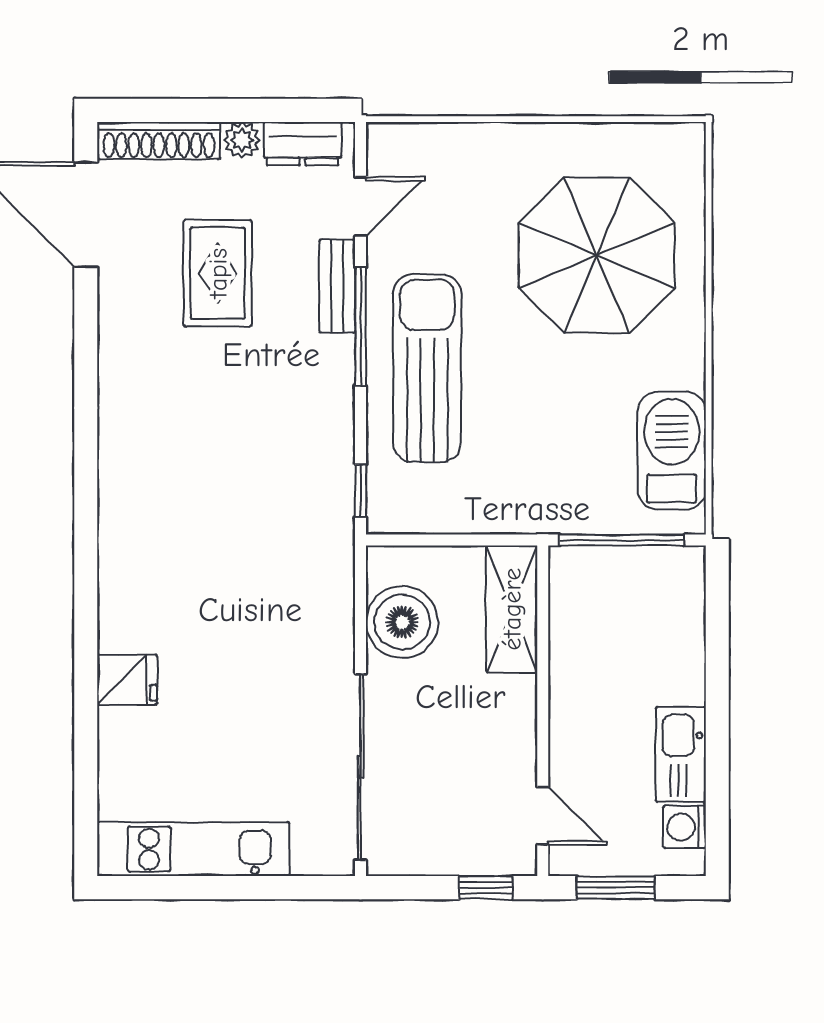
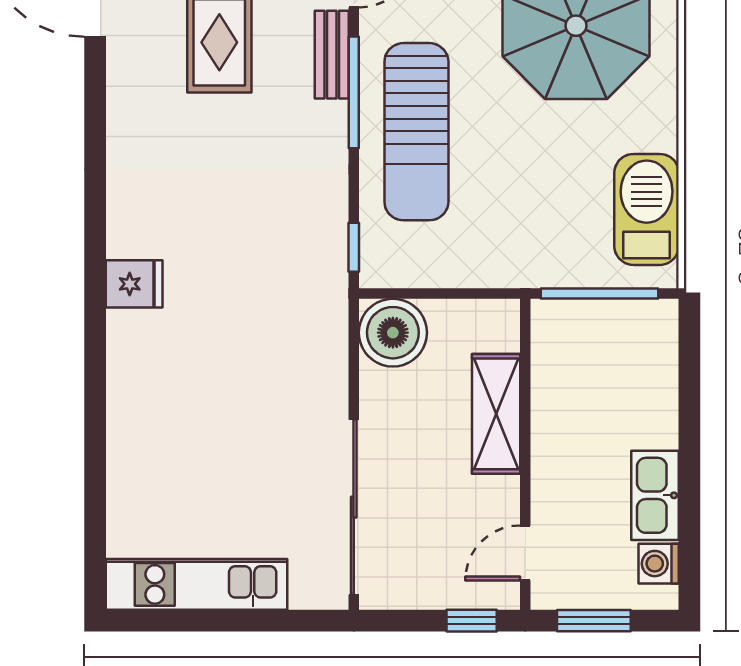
sun lounger: (427, 368) -> (416, 132), turned 180
shelving: (512, 609) -> (496, 414), moved
boiler: (402, 622) -> (393, 333), moved
fridge: (127, 680) -> (134, 284), moved
door: (543, 816) -> (525, 553), swing flipped

